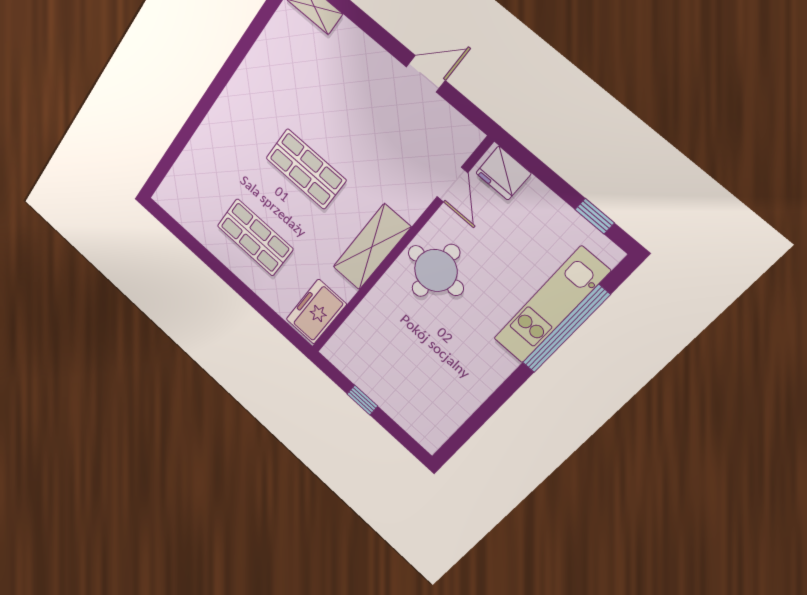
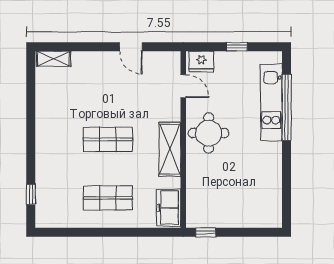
door: (426, 74) -> (131, 47), swing flipped
window: (171, 155) -> (31, 194), added
window: (595, 216) -> (237, 47), moved
window: (362, 400) -> (206, 232), moved

